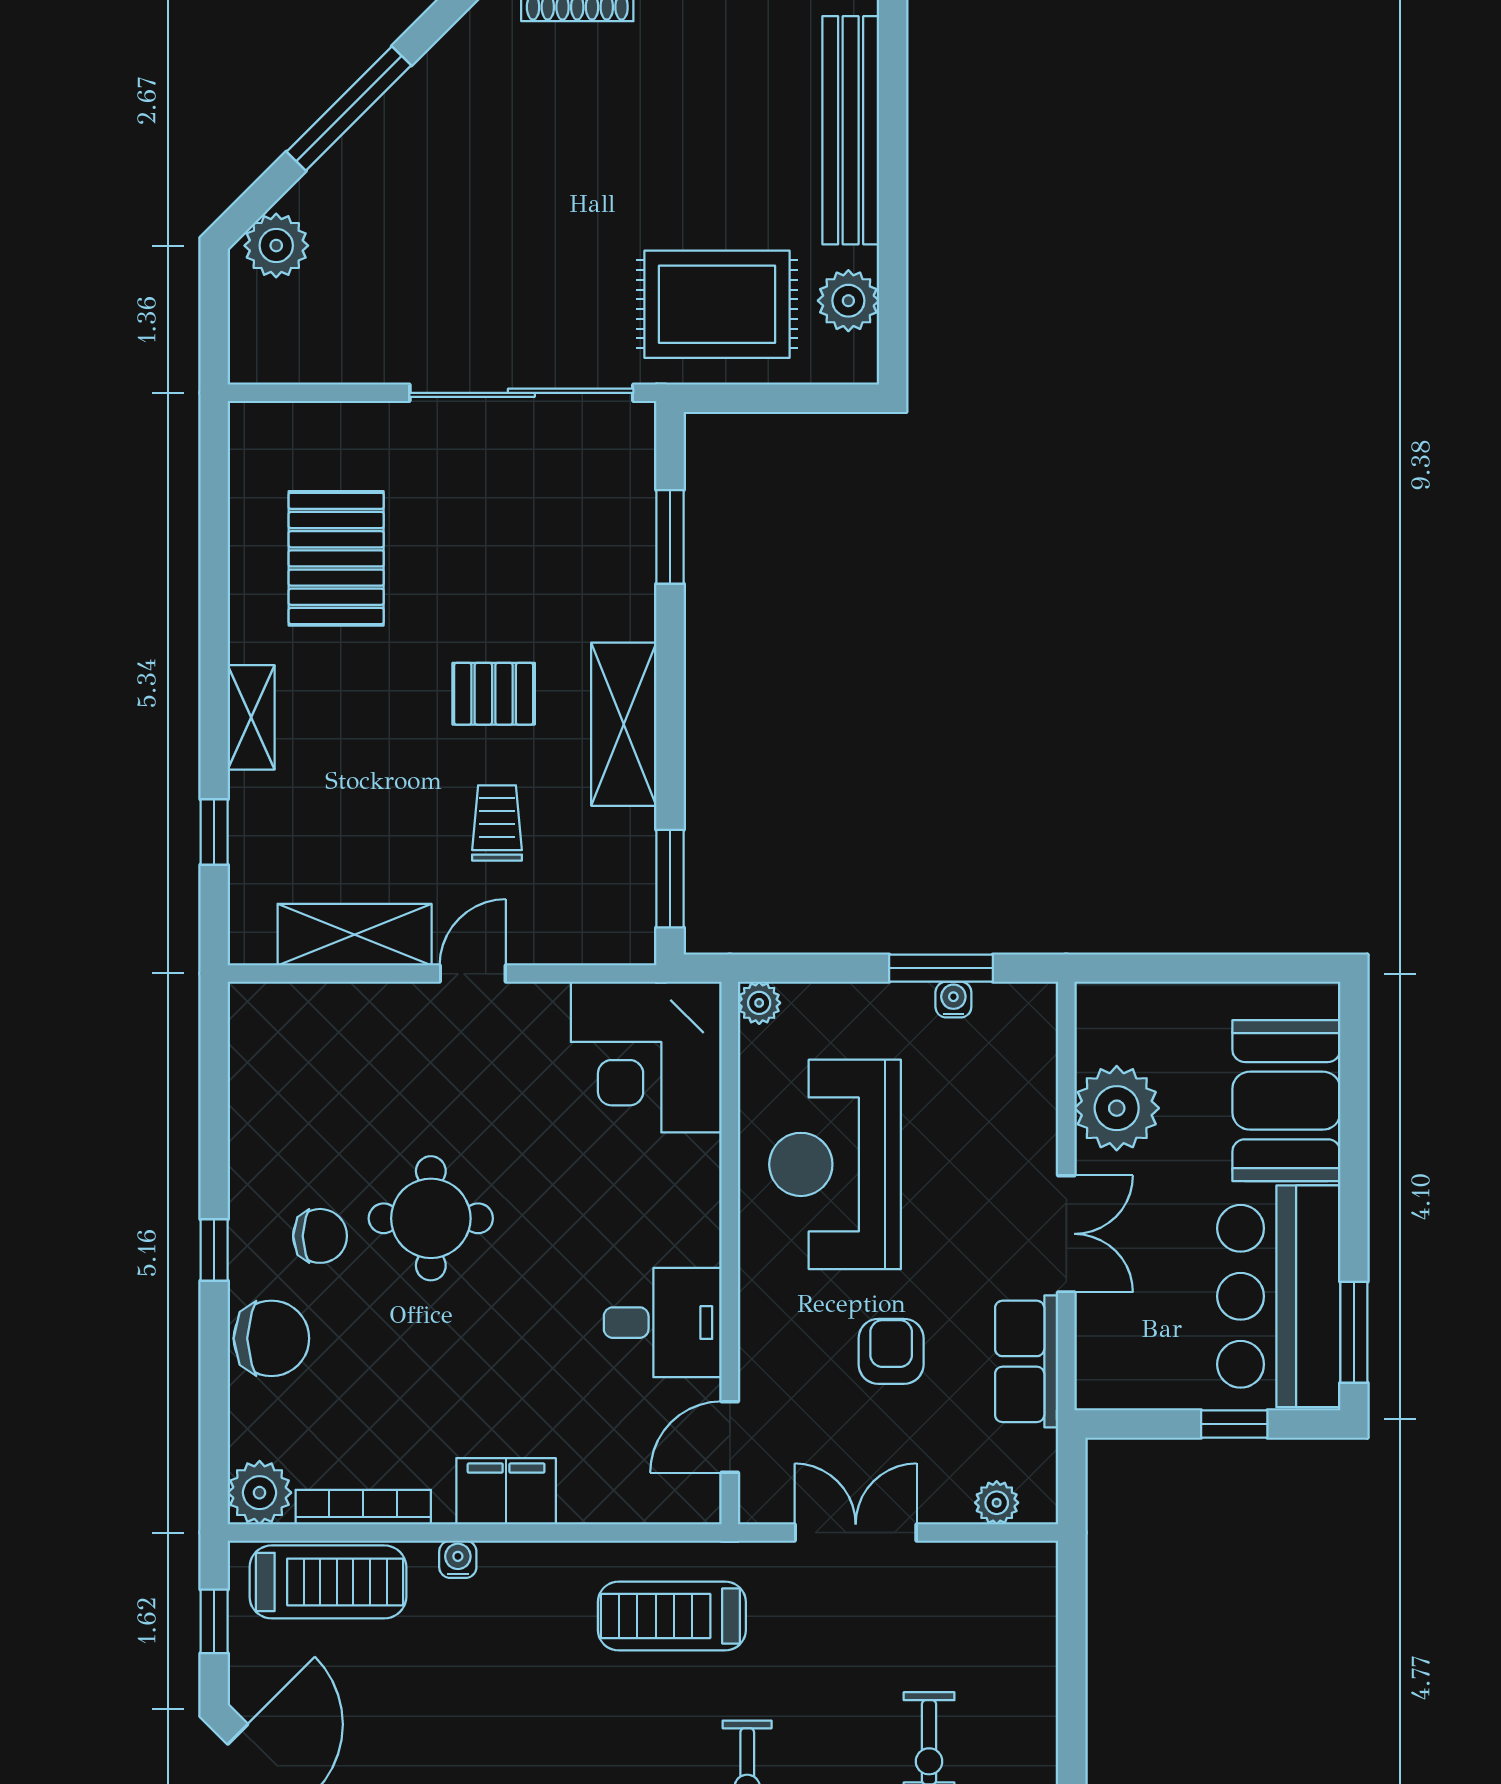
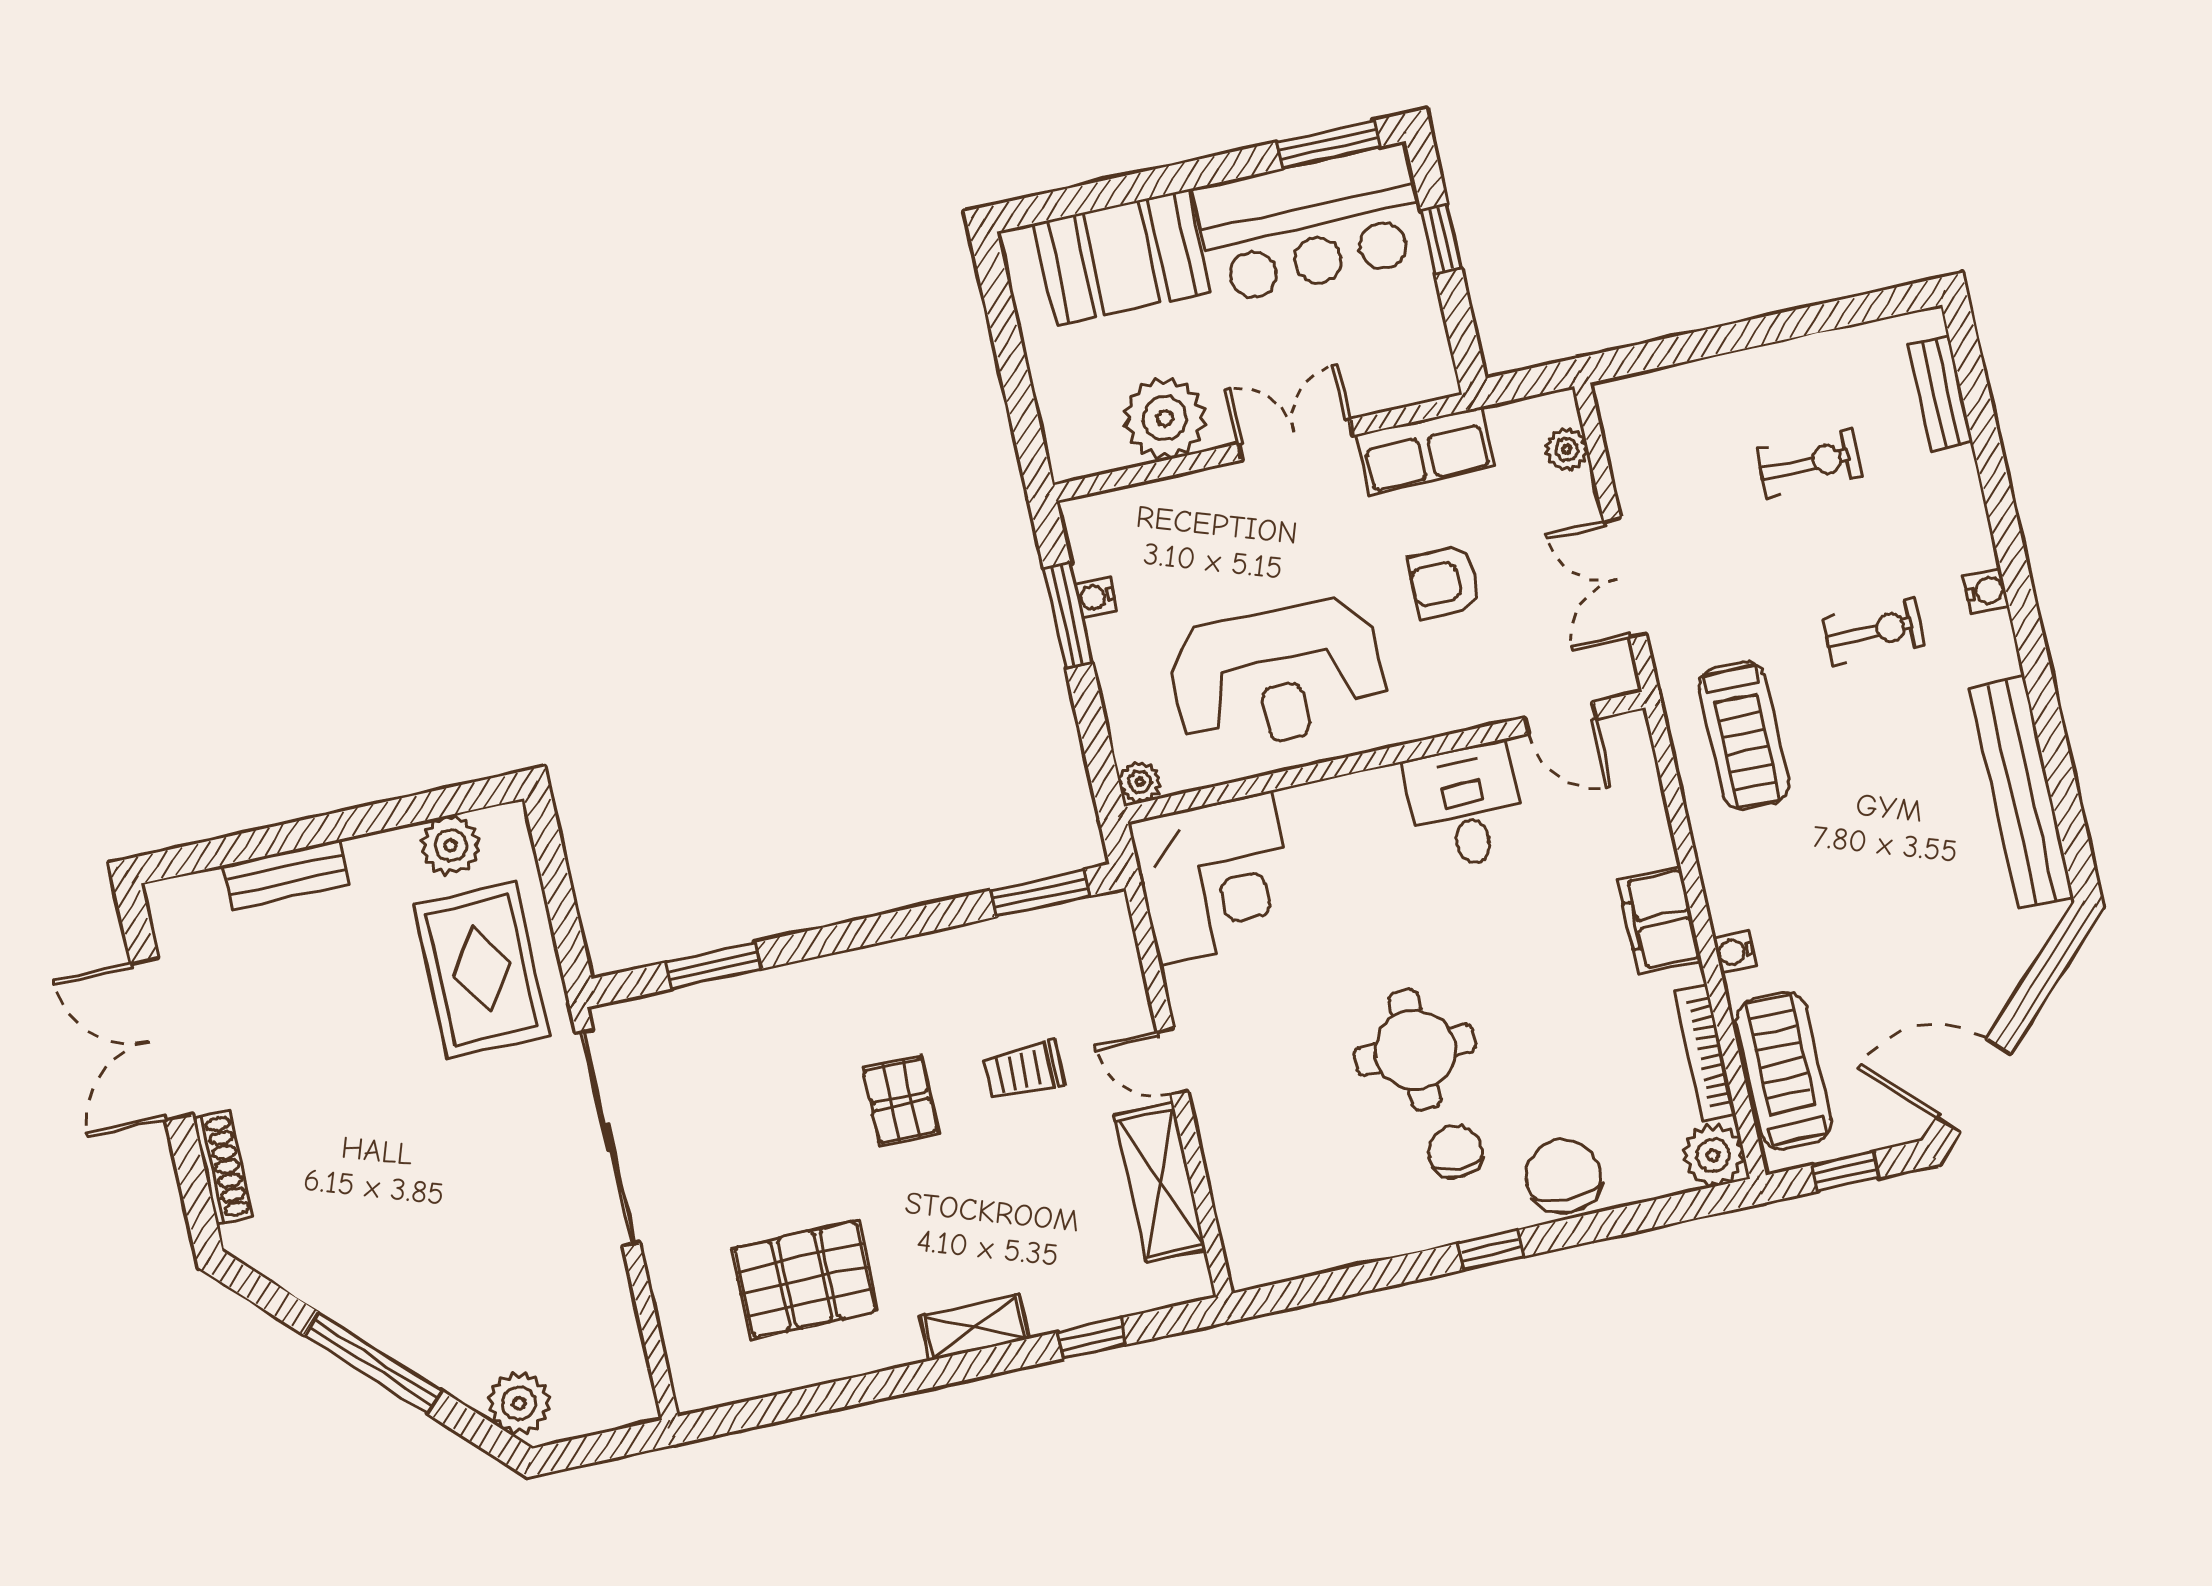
bench: (851, 130) -> (286, 874), width x0.54, depth x0.82
shelving: (624, 724) -> (902, 970), removed

